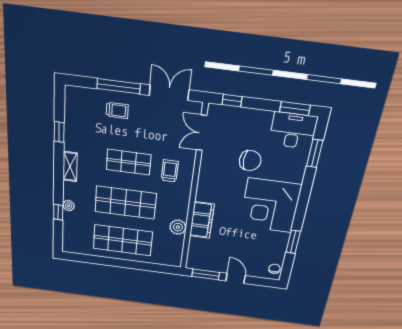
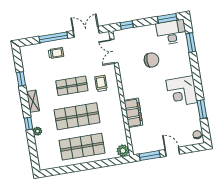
corner desk: (270, 206) -> (182, 91), width x0.74, depth x0.74
window: (58, 212) -> (28, 124), moved
plant: (178, 227) -> (123, 151), moved

